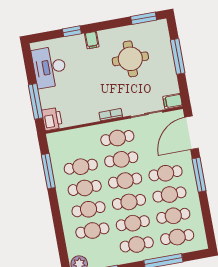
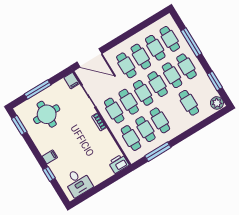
round table: (130, 59) -> (47, 114), moved
desk: (49, 67) -> (78, 182), width x0.73
window: (36, 101) -> (110, 181), removed
window: (199, 175) -> (118, 40), removed
cafe table: (89, 209) -> (131, 138), moved

